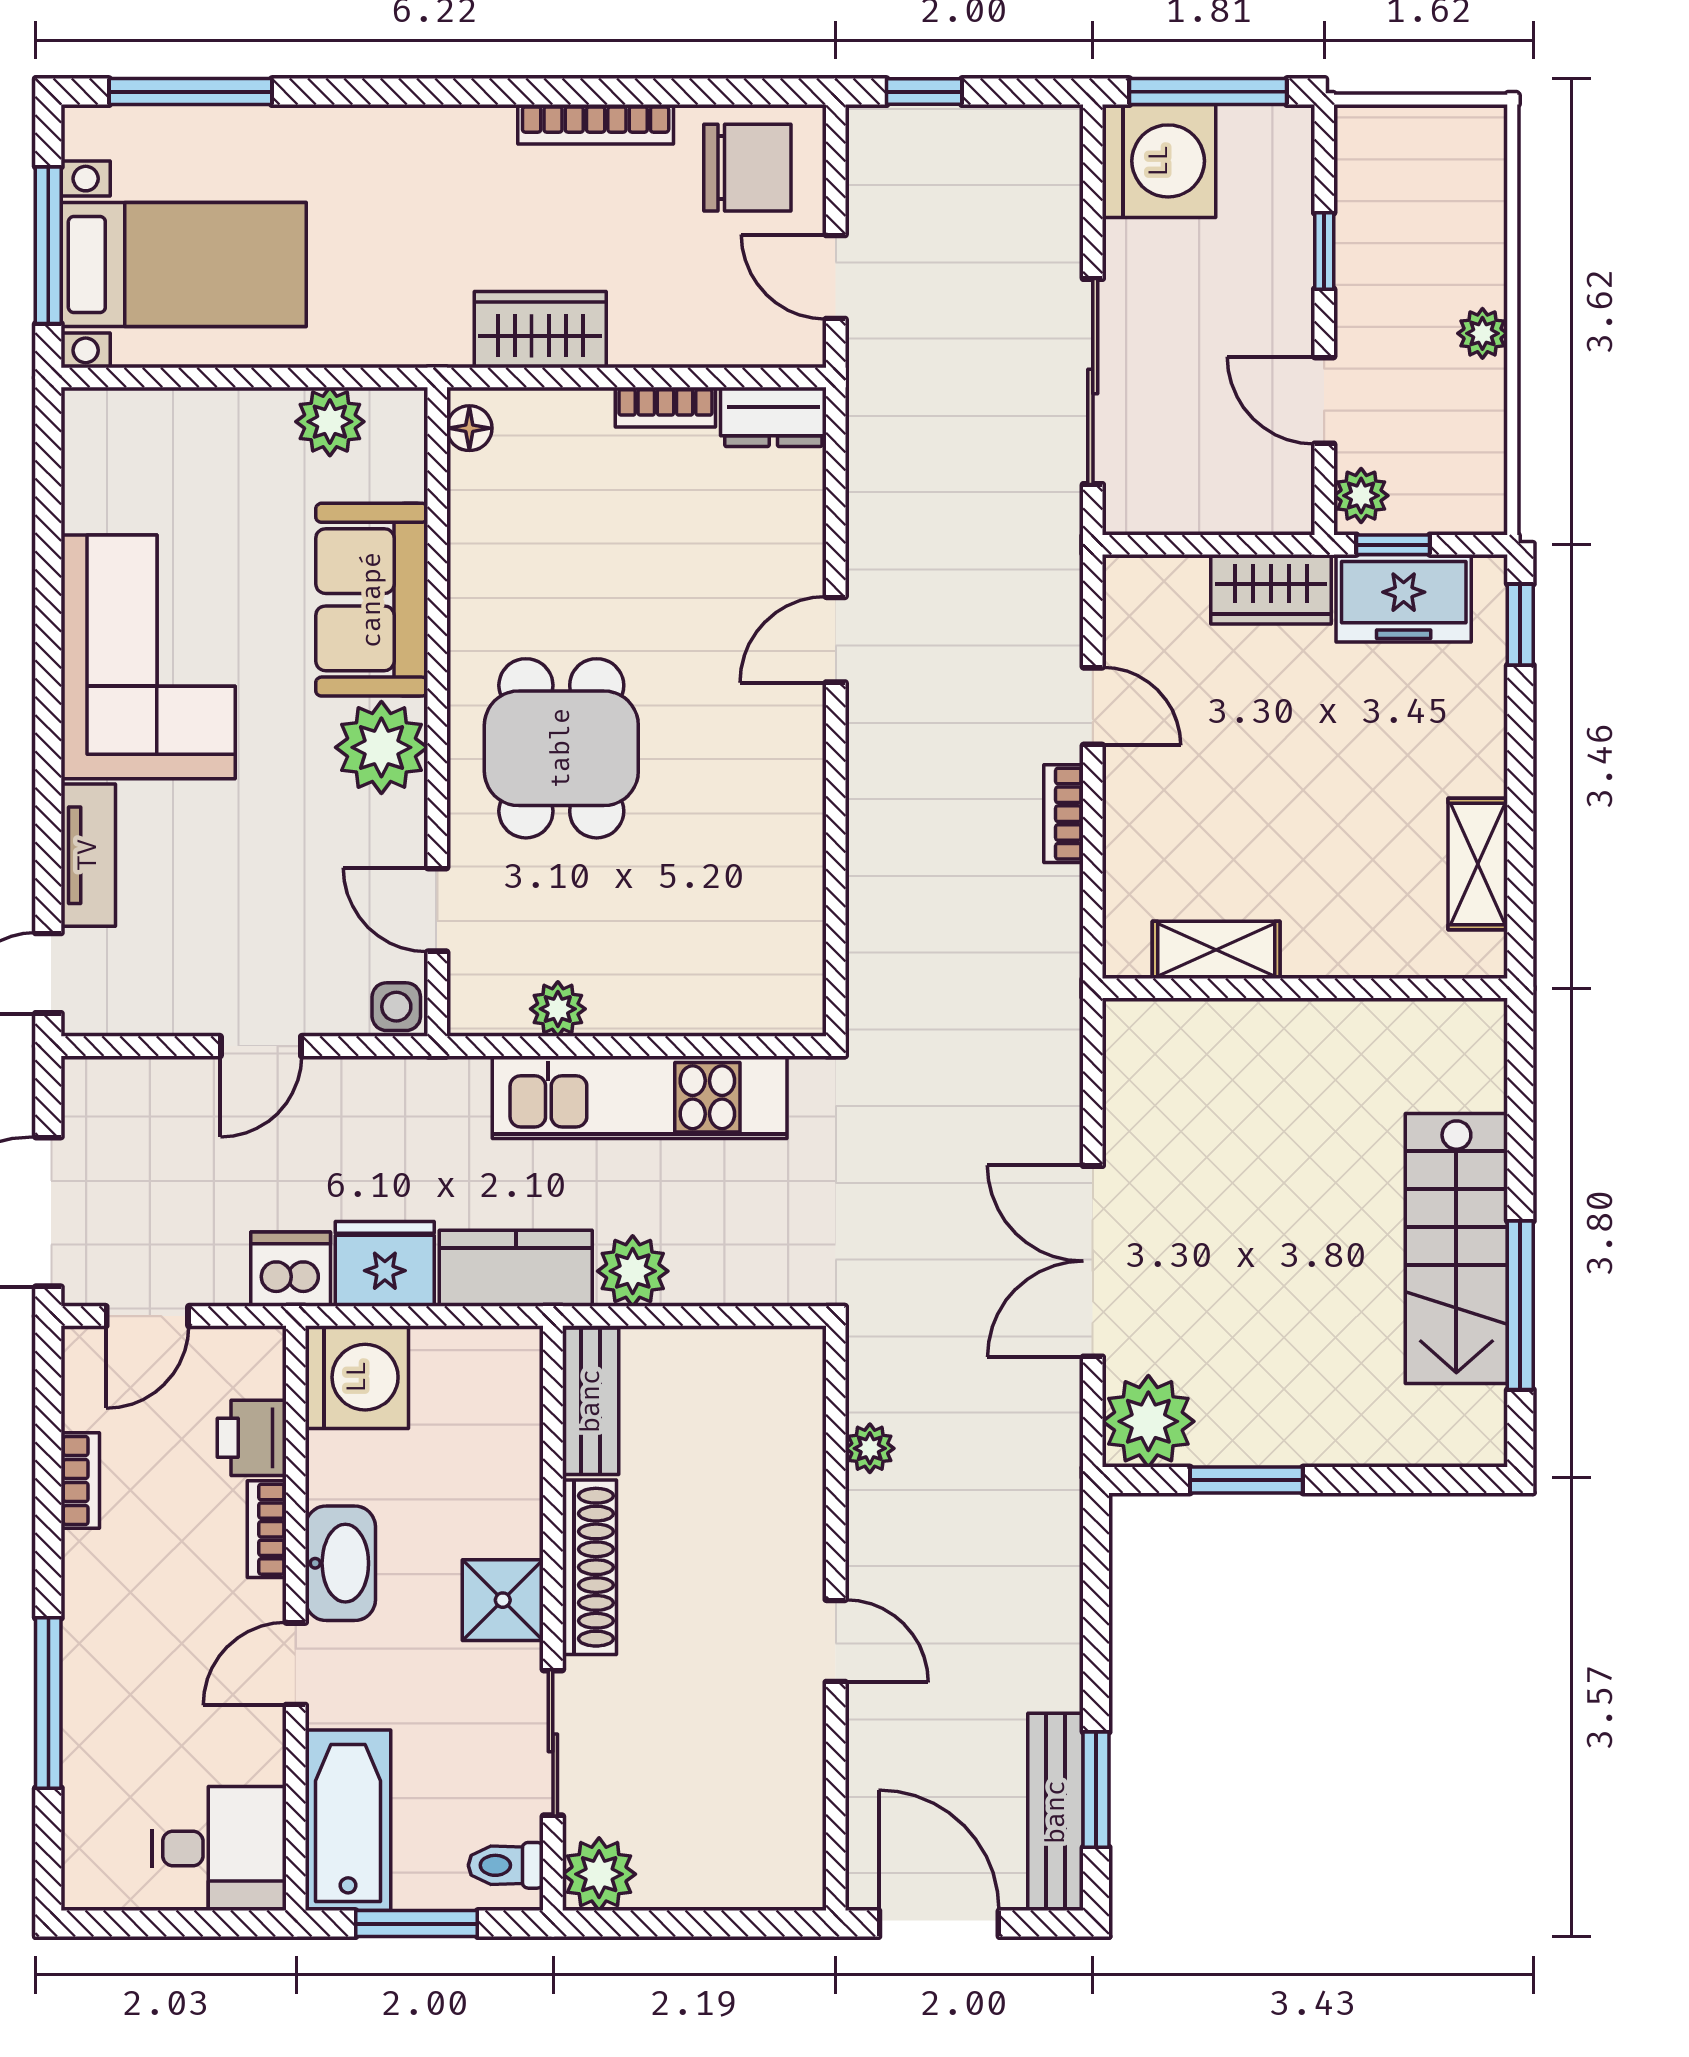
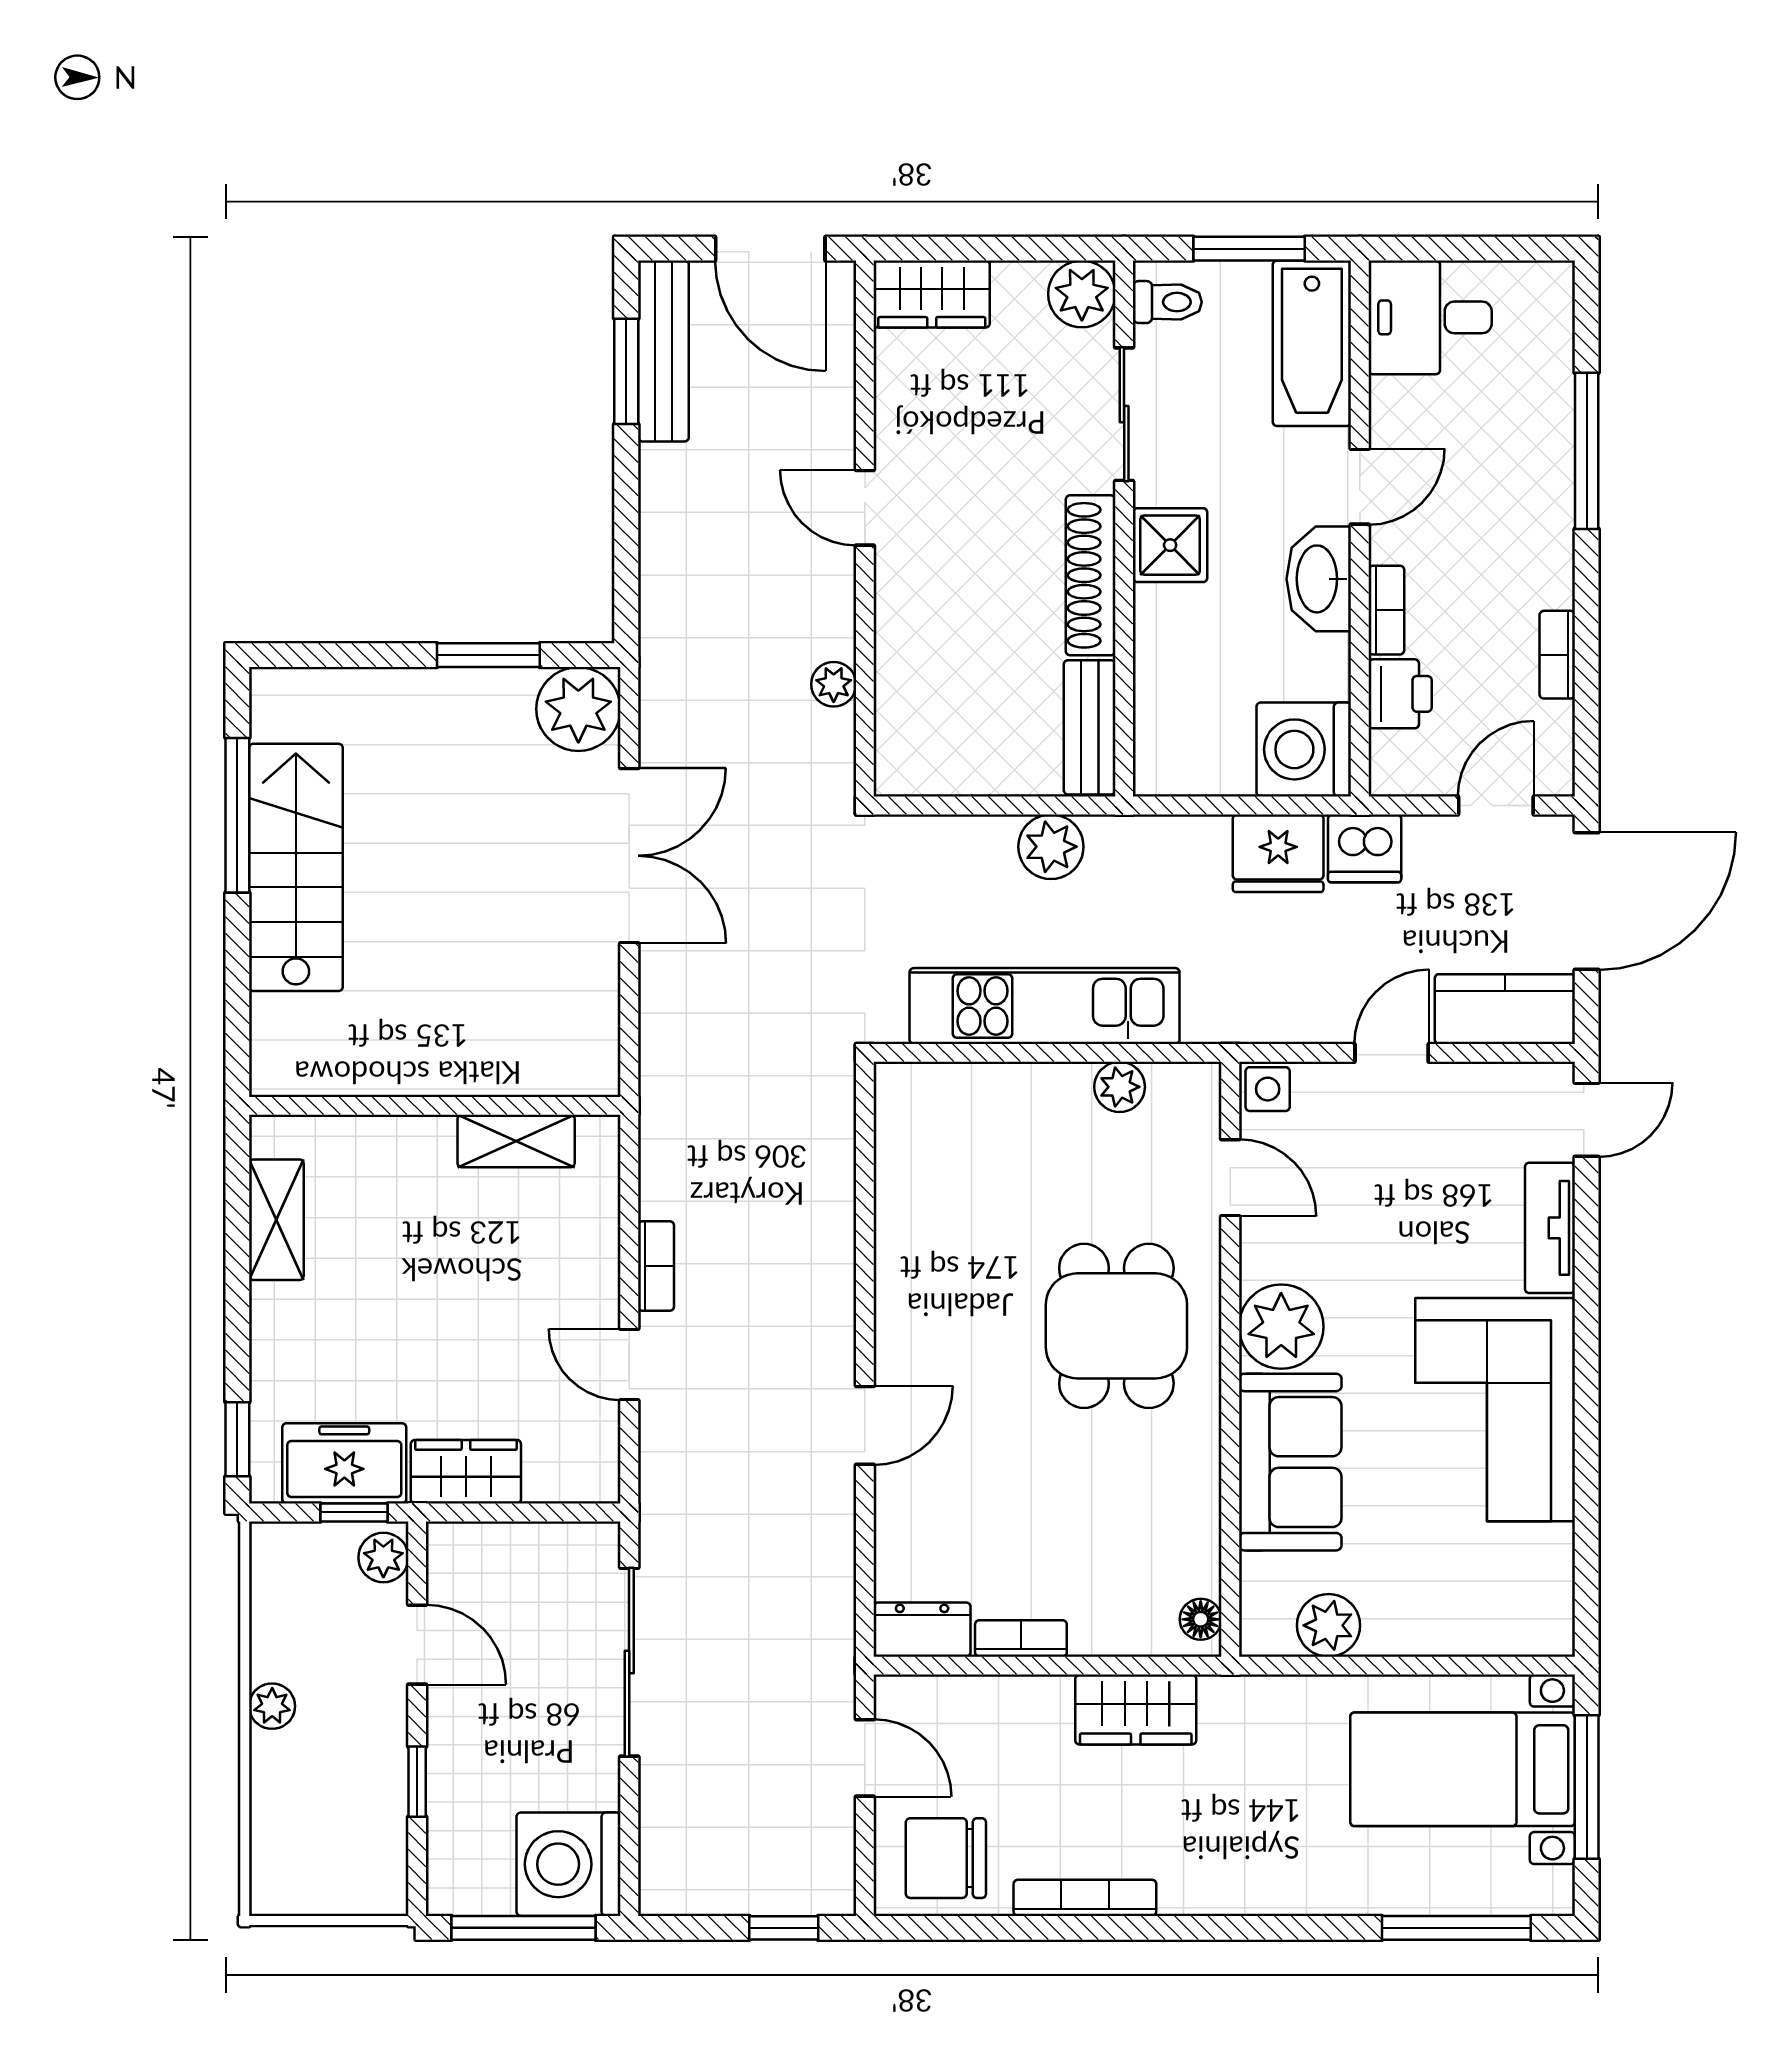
kitchen counter: (516, 1268) -> (1505, 1009), moved, turned 180
wardrobe: (763, 1874) -> (932, 294), added

